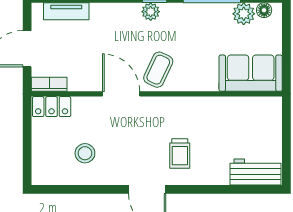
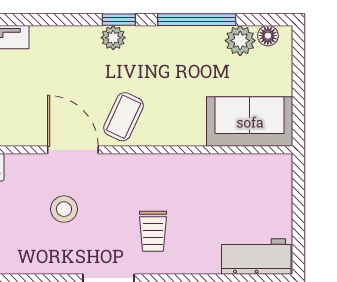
stool: (85, 153) -> (64, 209), moved

